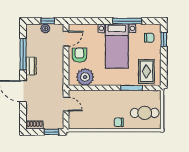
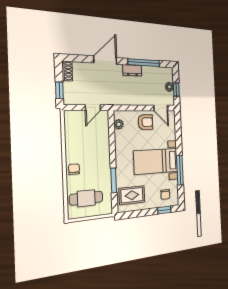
plant: (85, 77) -> (119, 124), width x0.53, depth x0.53
cafe table: (145, 113) -> (86, 198), turned 90

